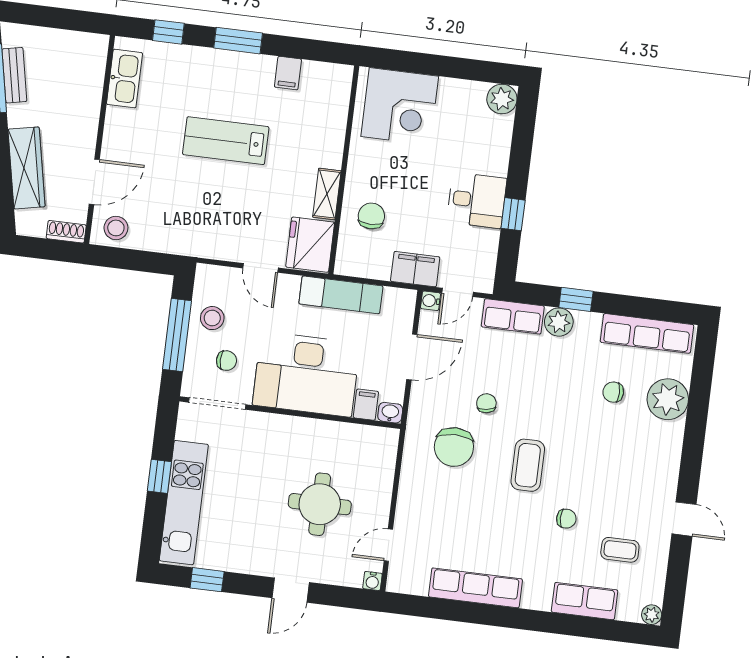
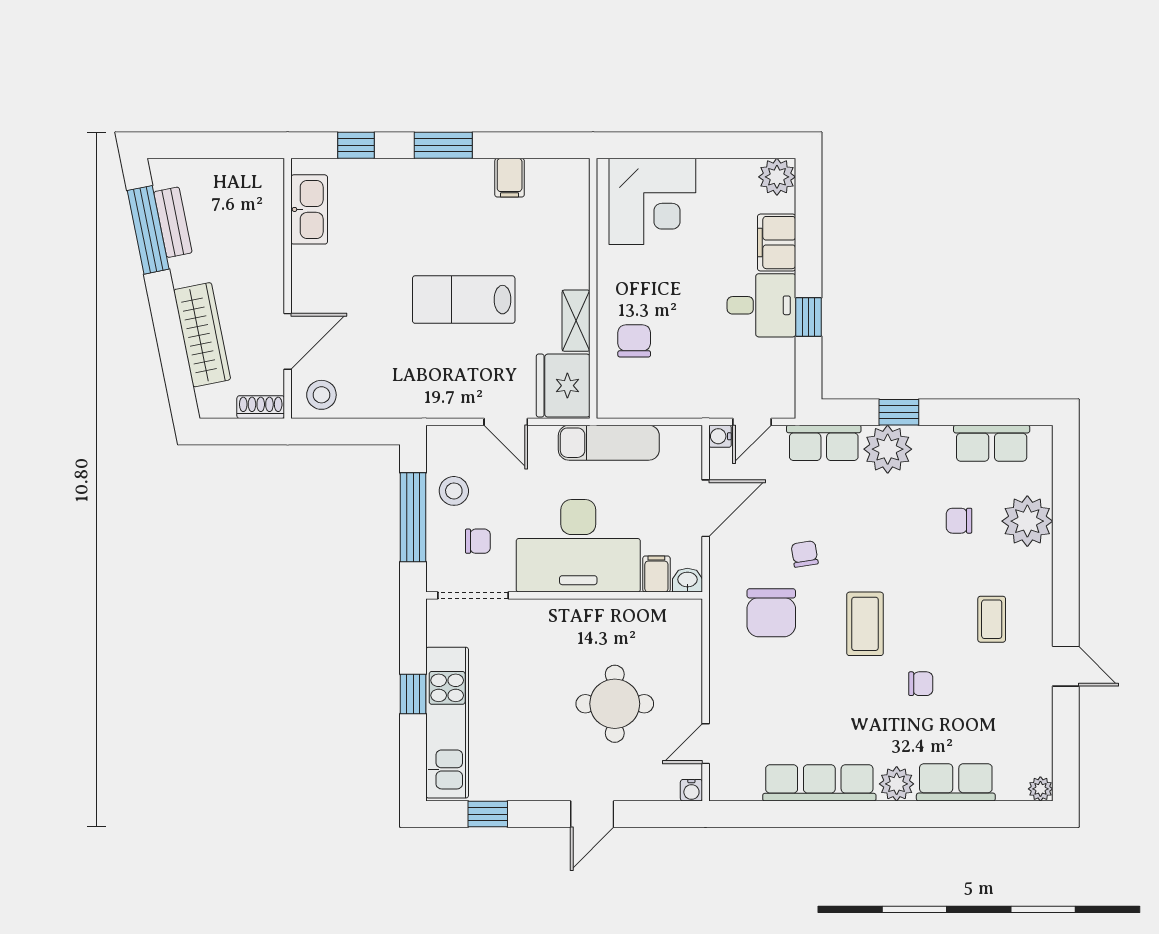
lab bench: (226, 141) -> (464, 300), moved
filing cabinet: (415, 269) -> (777, 243), moved, turned -90
plant: (559, 322) -> (888, 449), width x1.36, depth x1.36
row of seats: (647, 333) -> (992, 443), width x0.68
coffee table: (620, 550) -> (992, 619), moved, turned 90
plant: (537, 596) -> (897, 784), added

